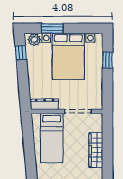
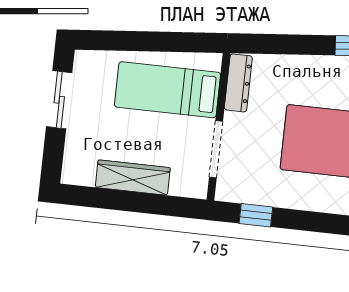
window: (107, 60) -> (256, 215), moved

